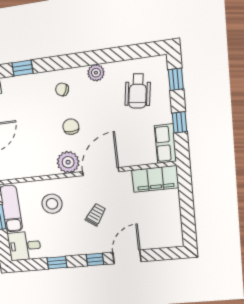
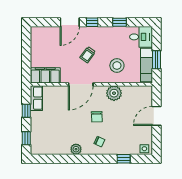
wheelchair: (138, 91) -> (51, 134), removed
plant: (68, 162) -> (114, 93), moved

